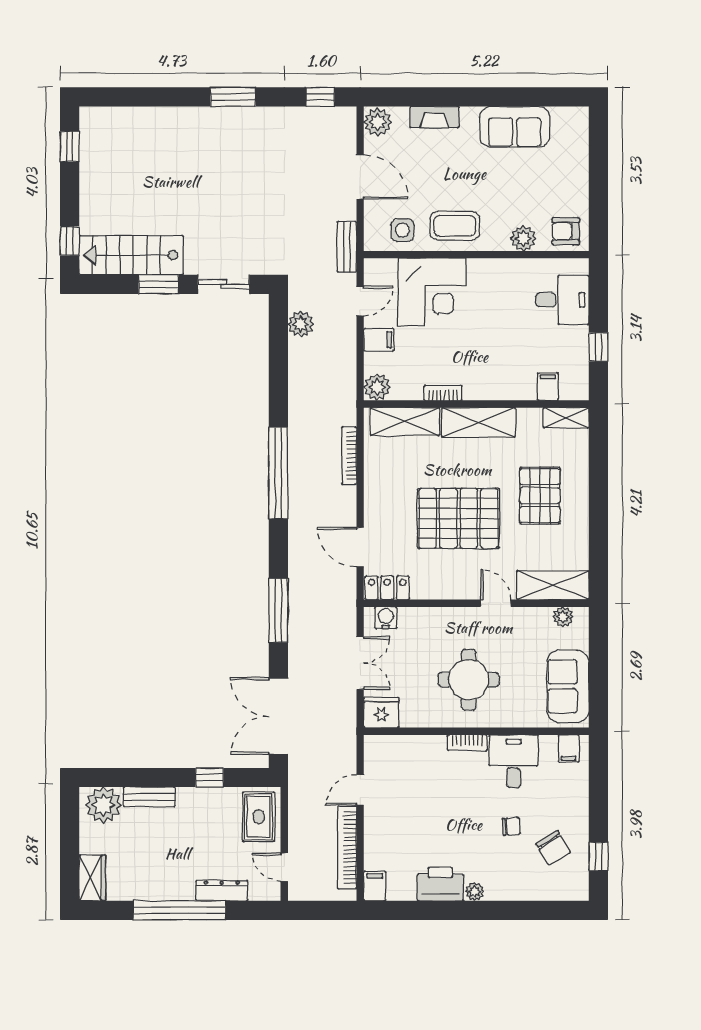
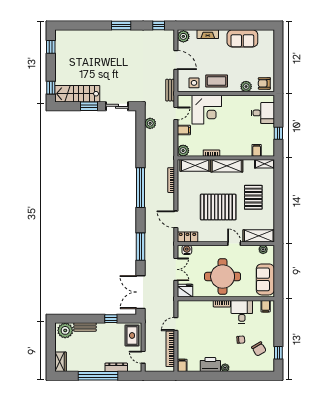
round table: (469, 680) -> (223, 277), width x1.36, depth x1.36

